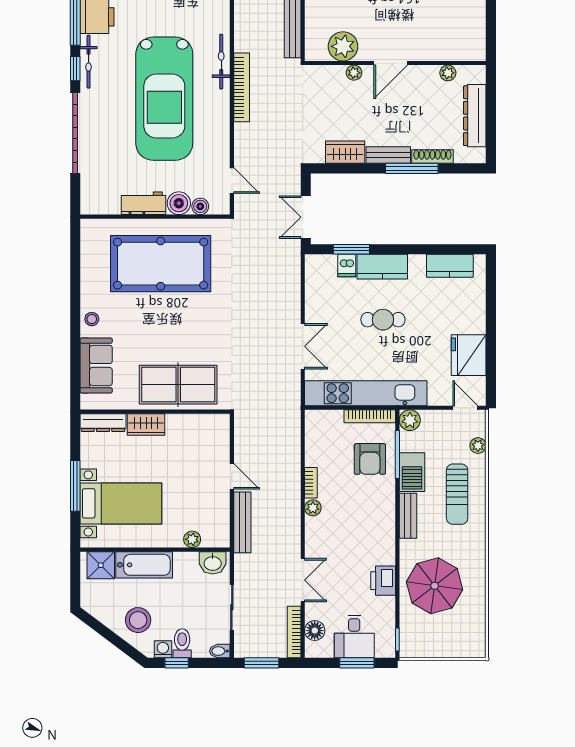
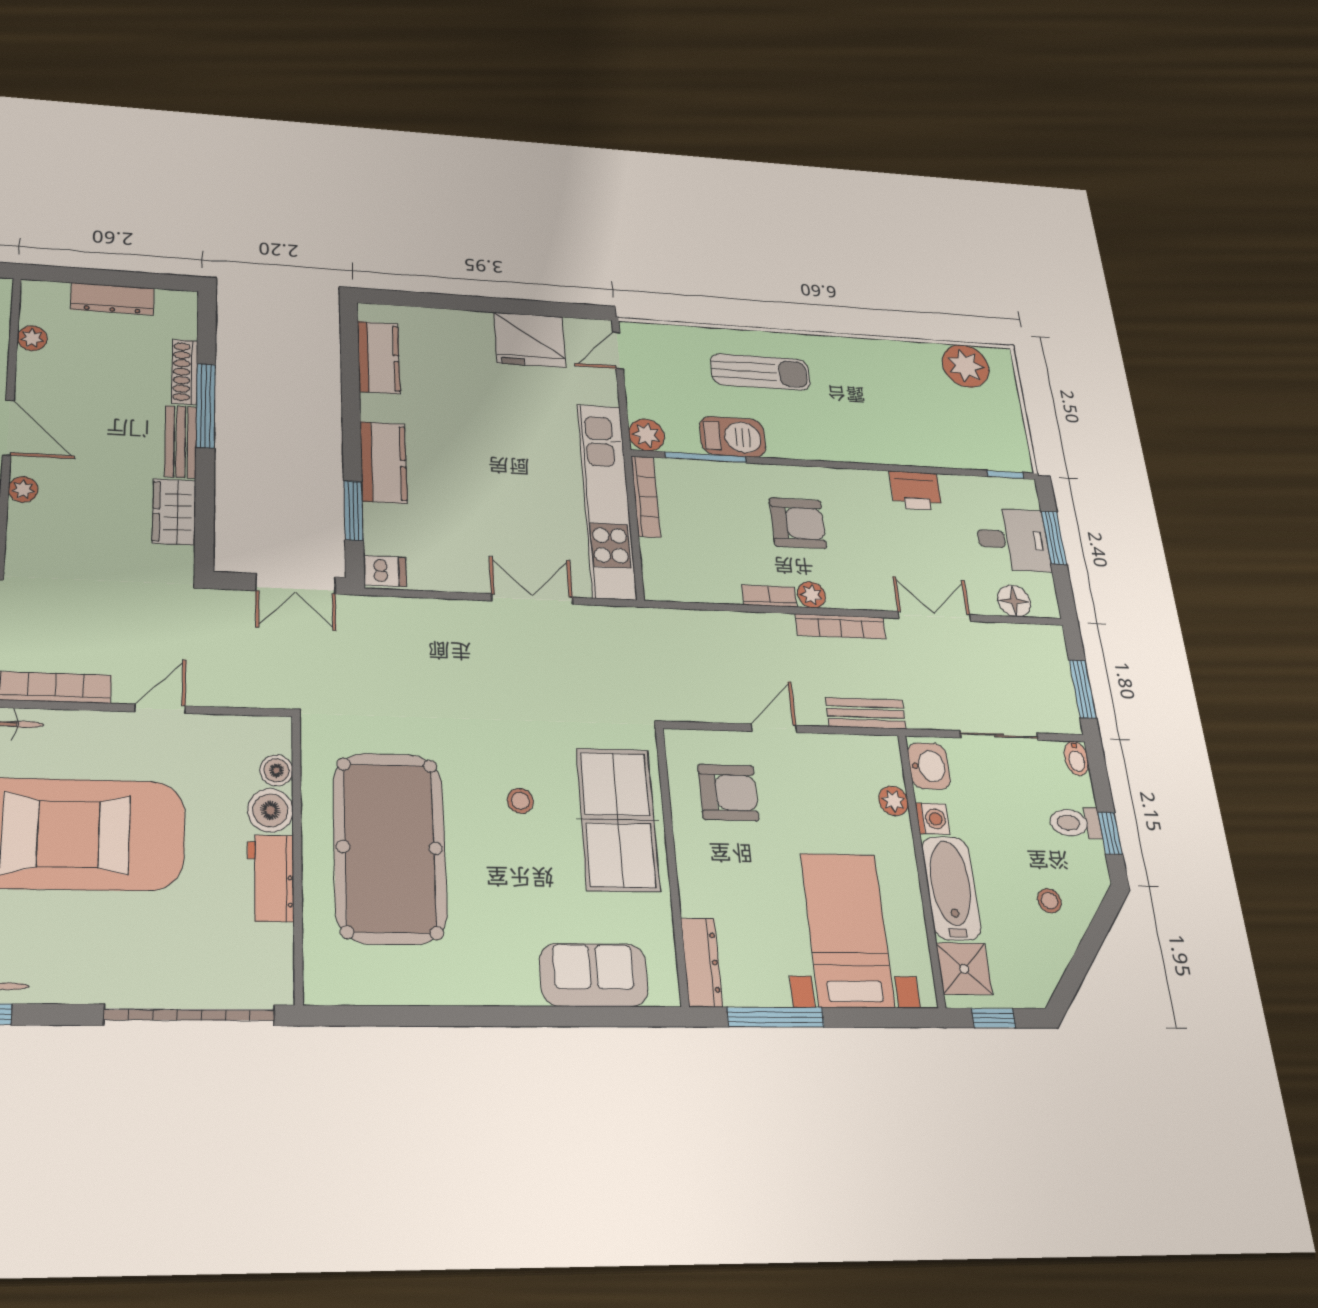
dresser: (475, 116) -> (112, 299), width x0.73, depth x0.80
garage door: (75, 133) -> (189, 1015), moved
door: (232, 181) -> (160, 709), moved
dishwasher: (347, 266) -> (385, 571), moved
stool: (92, 319) -> (520, 801), moved
cafe table: (383, 320) -> (477, 467), removed
wardrobe: (146, 424) -> (697, 880), removed
plant: (478, 446) -> (966, 366), moved, width x1.87, depth x1.87
armchair: (195, 447) -> (728, 793), added
armchair: (370, 459) -> (798, 523), moved
window: (75, 486) -> (775, 1017), moved
bench: (408, 516) -> (805, 447), removed
bench: (242, 522) -> (866, 713), width x0.73
window: (75, 577) -> (994, 1018), added
parasol: (435, 586) -> (911, 414), removed
stool: (138, 620) -> (1049, 901), width x0.53, depth x0.53
bookcase: (294, 632) -> (840, 626), moved
washing machine: (163, 649) -> (933, 819), moved, turned 180

